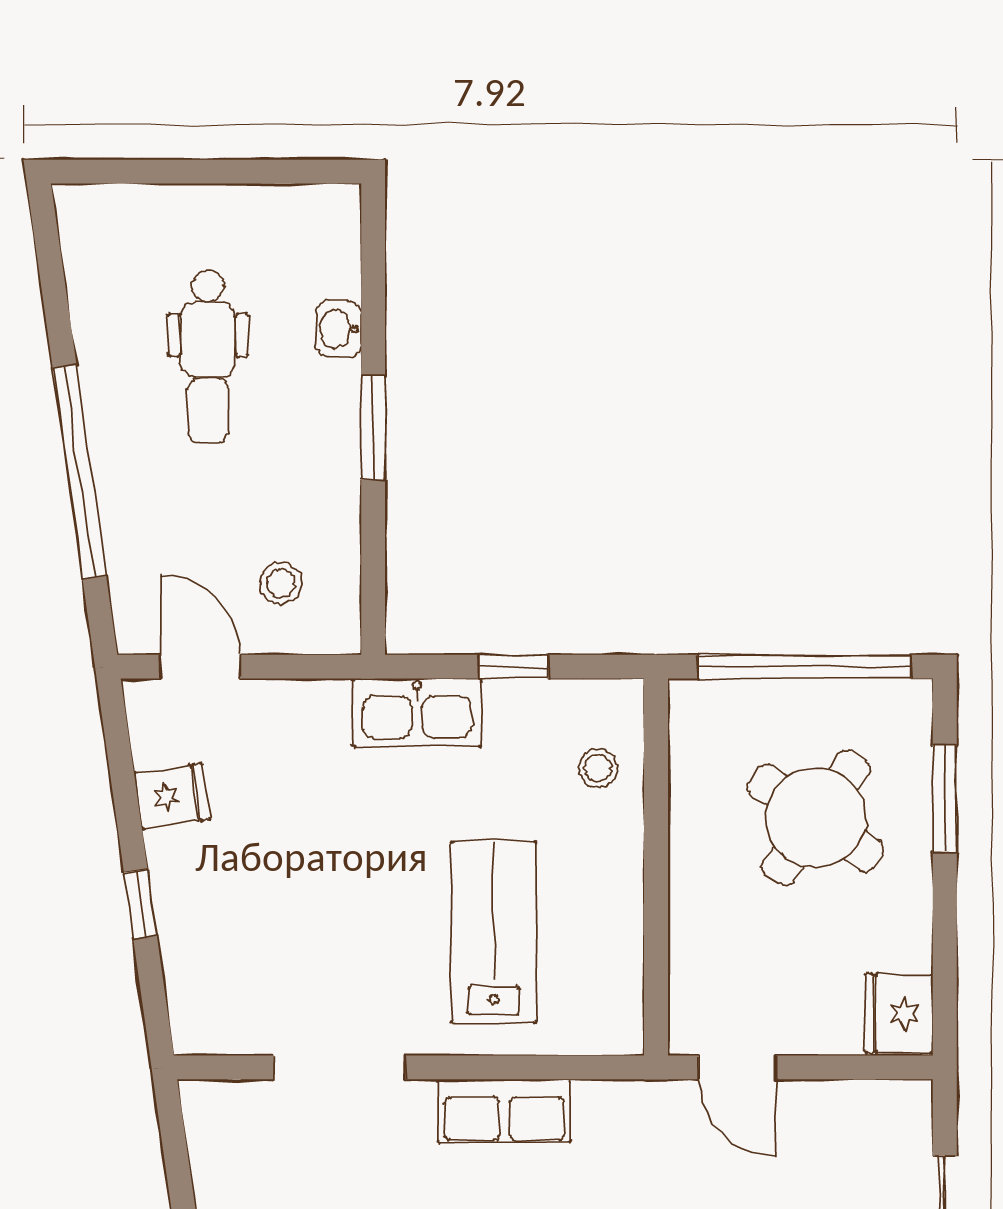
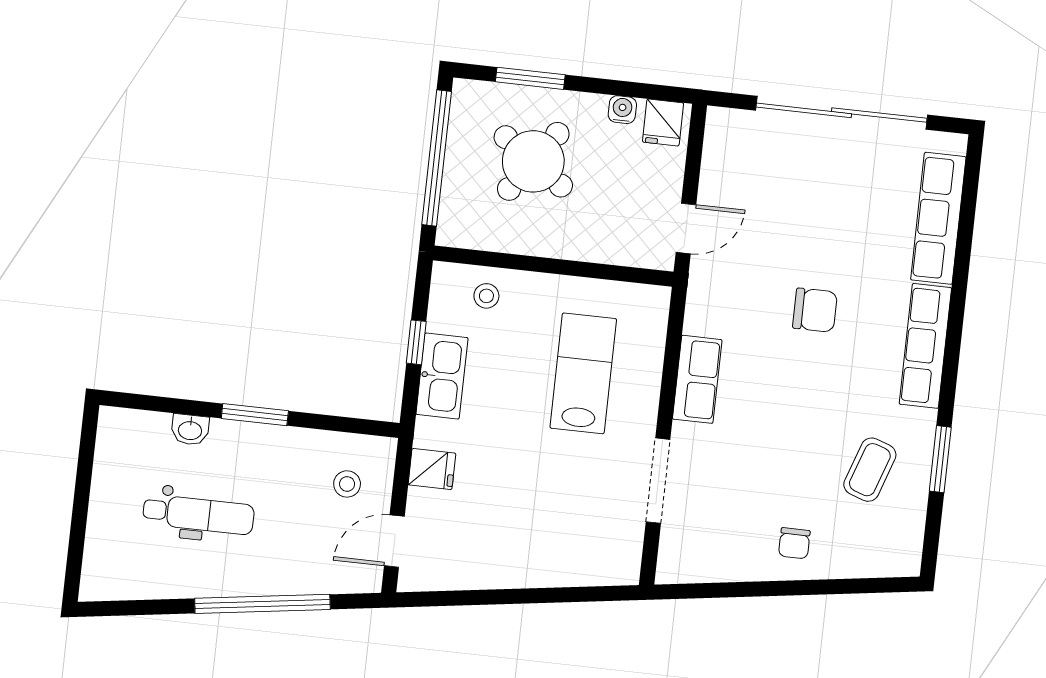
kitchen sink: (417, 712) -> (442, 376), moved
fridge: (172, 796) -> (432, 469), moved, turned 98
window: (140, 904) -> (541, 595), removed
lab bench: (494, 932) -> (583, 373), turned 90
water cooler: (912, 948) -> (622, 110), added
fridge: (899, 1013) -> (663, 122), width x0.72

